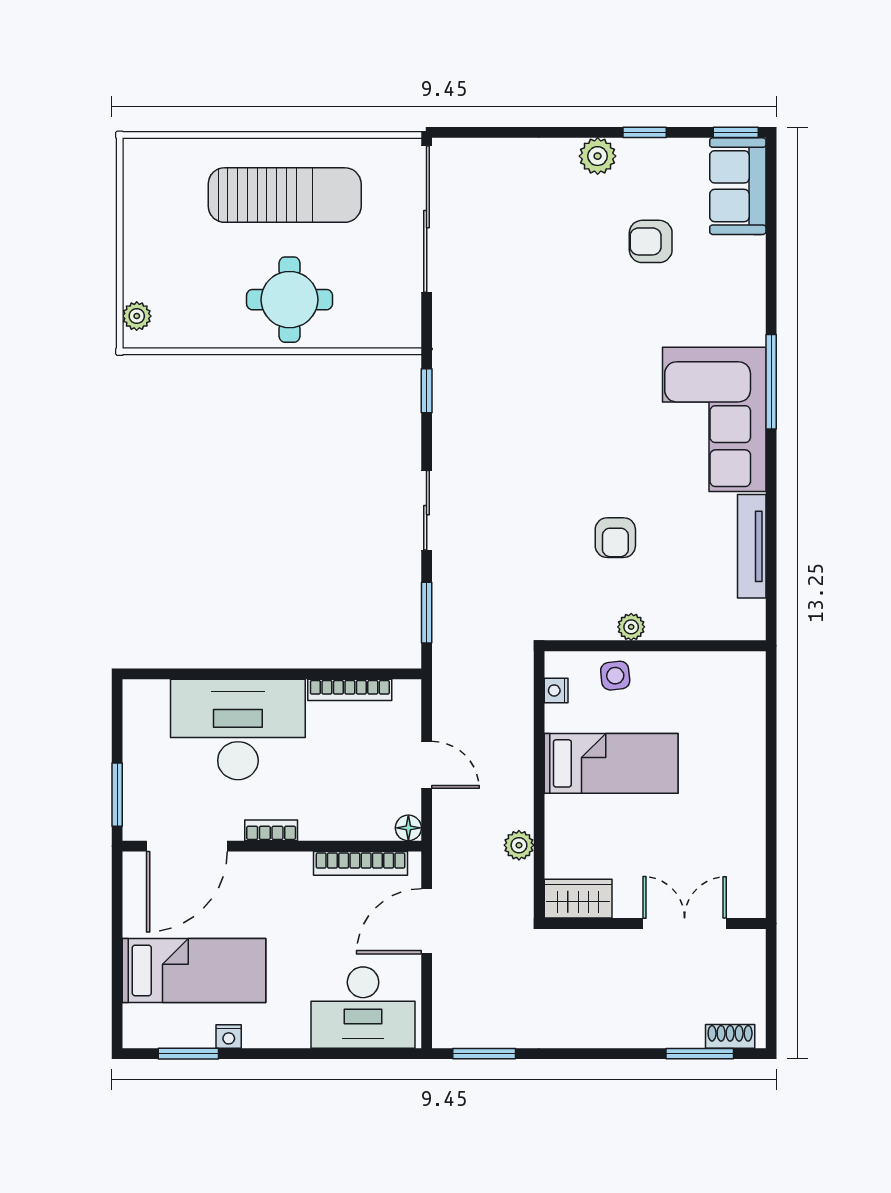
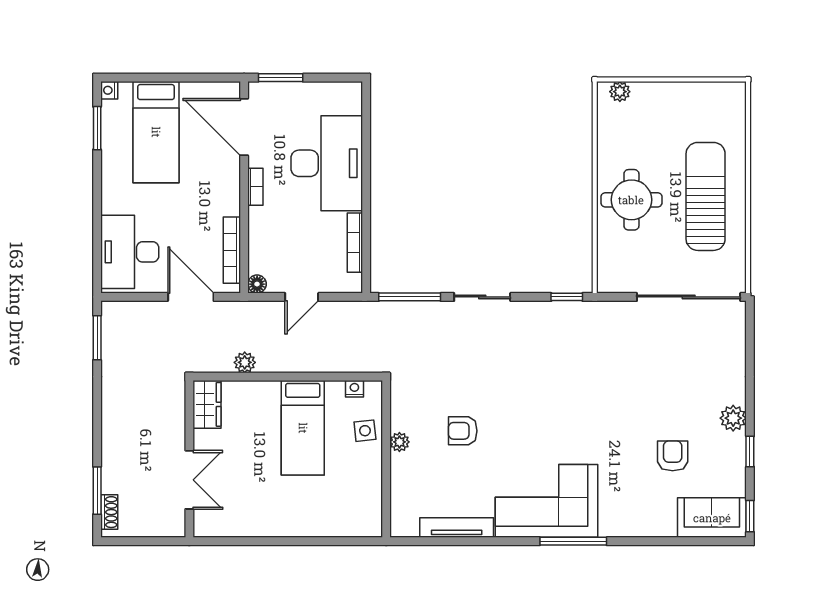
sun lounger: (285, 195) -> (706, 196), turned 180
window: (427, 613) -> (410, 297), width x1.44
nightstand: (229, 1037) -> (109, 90), moved

